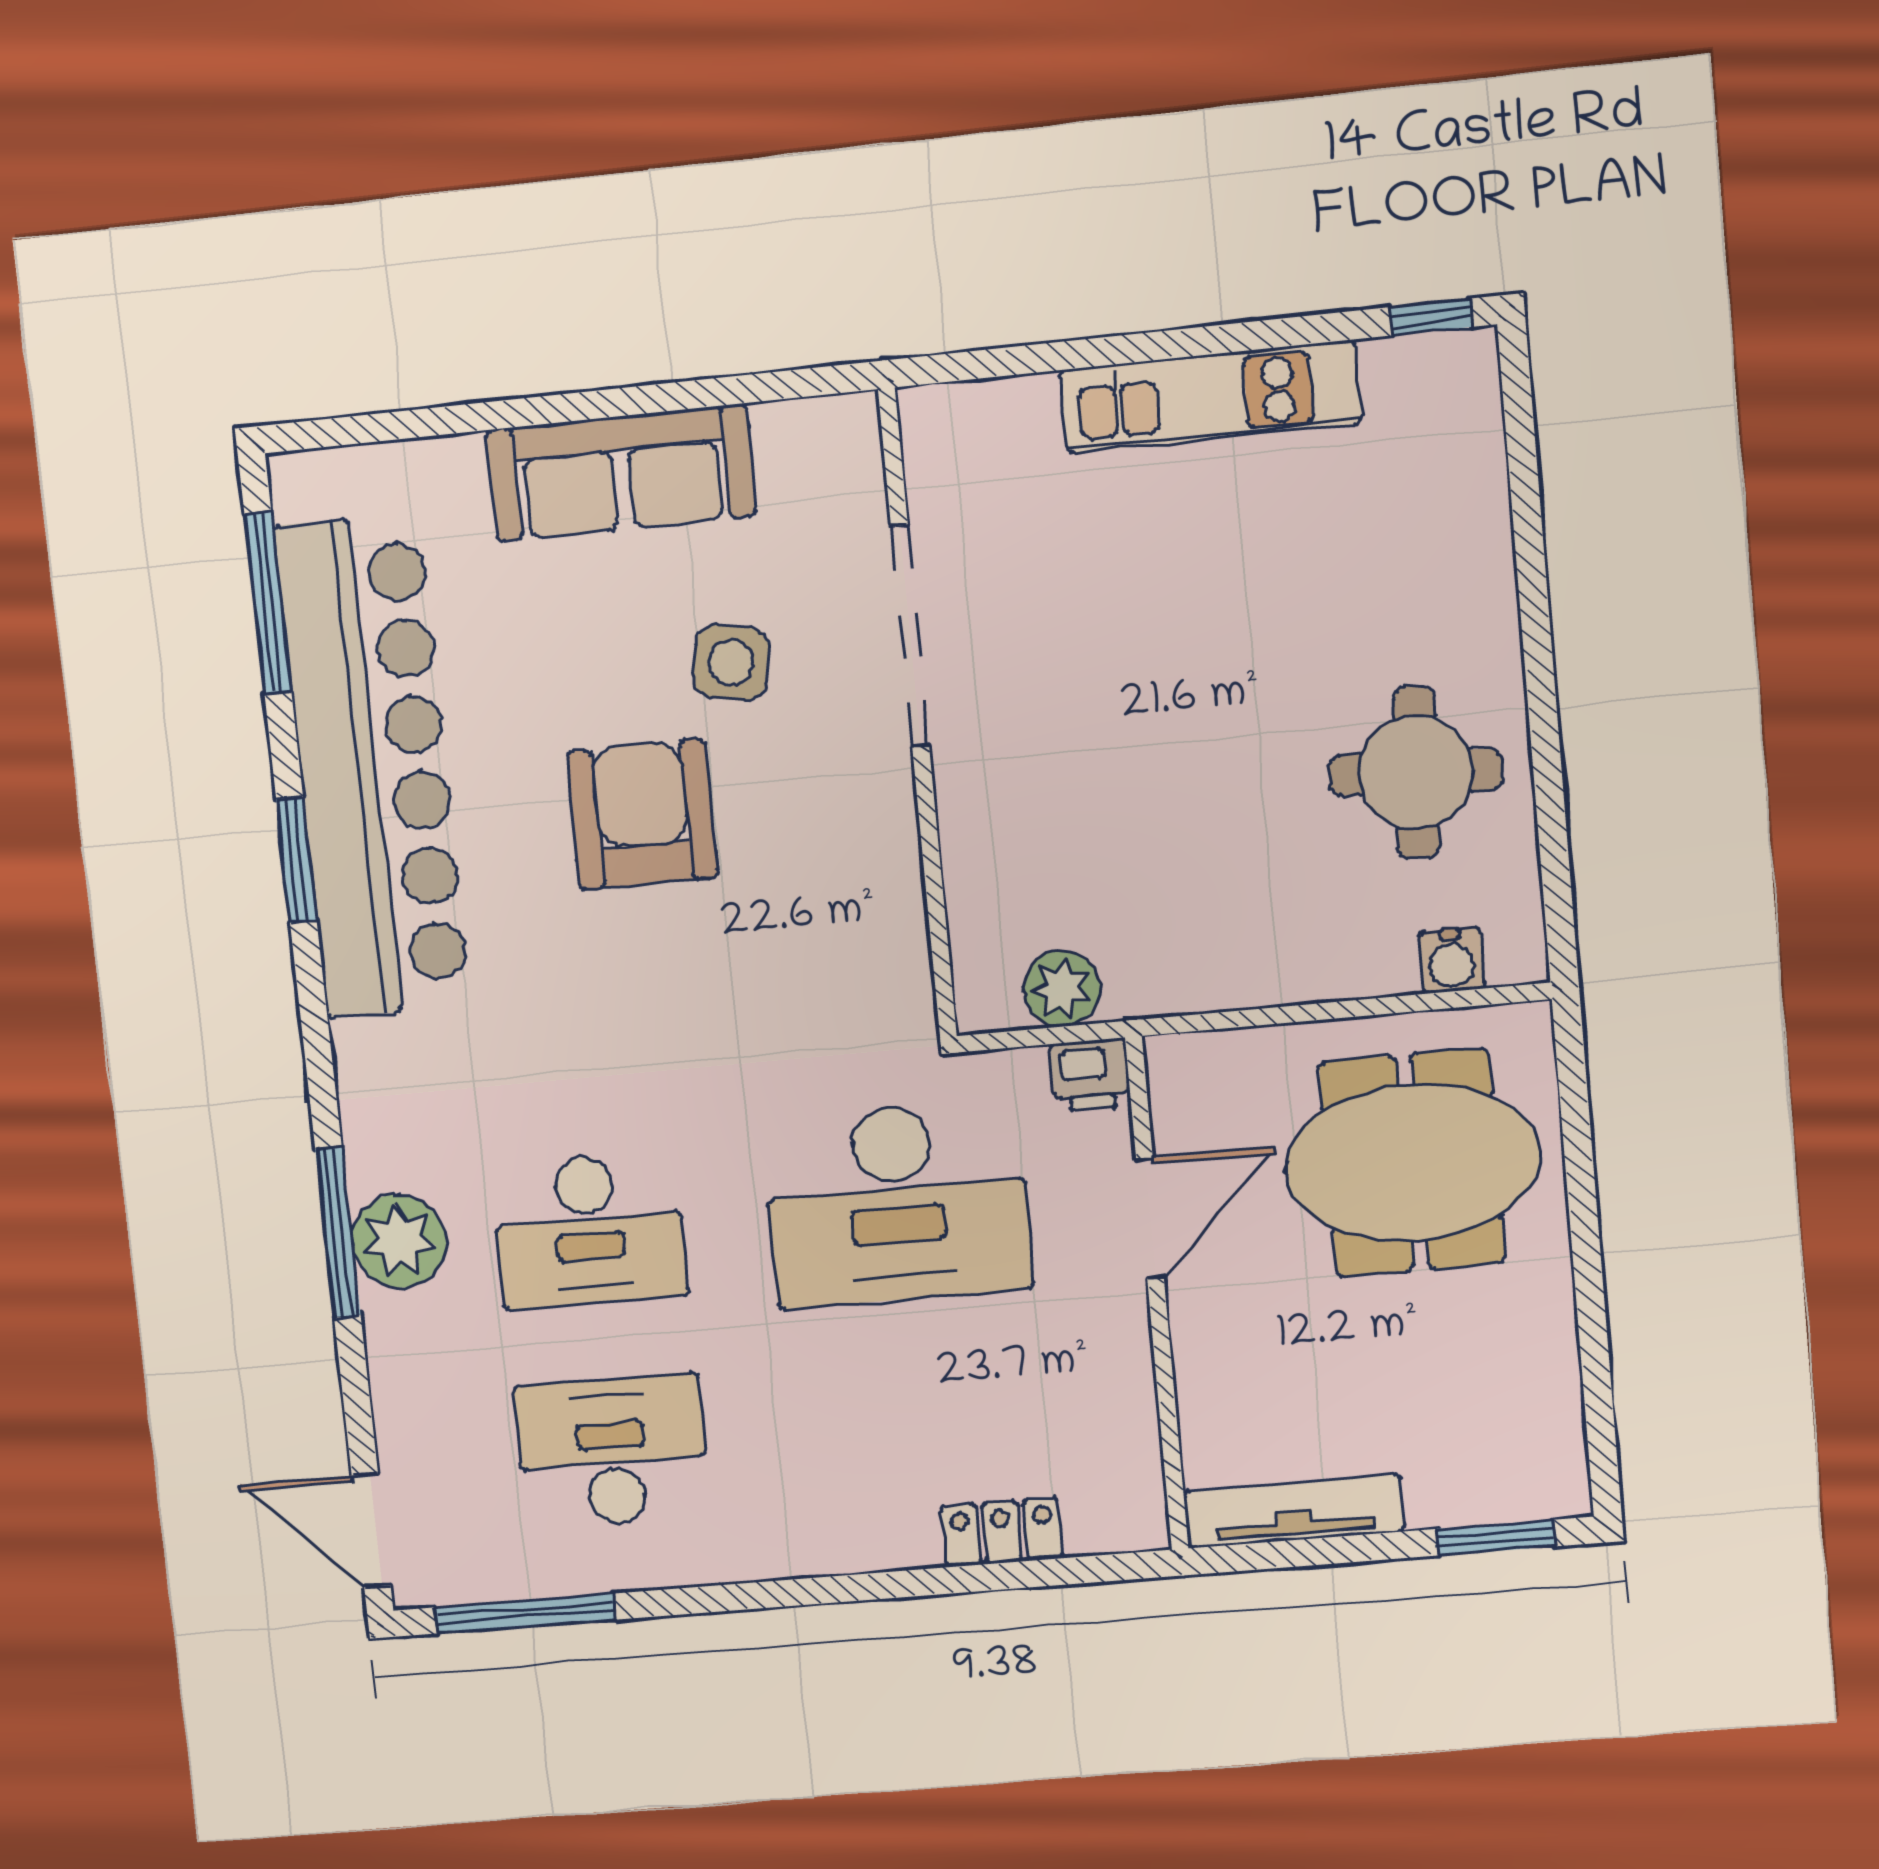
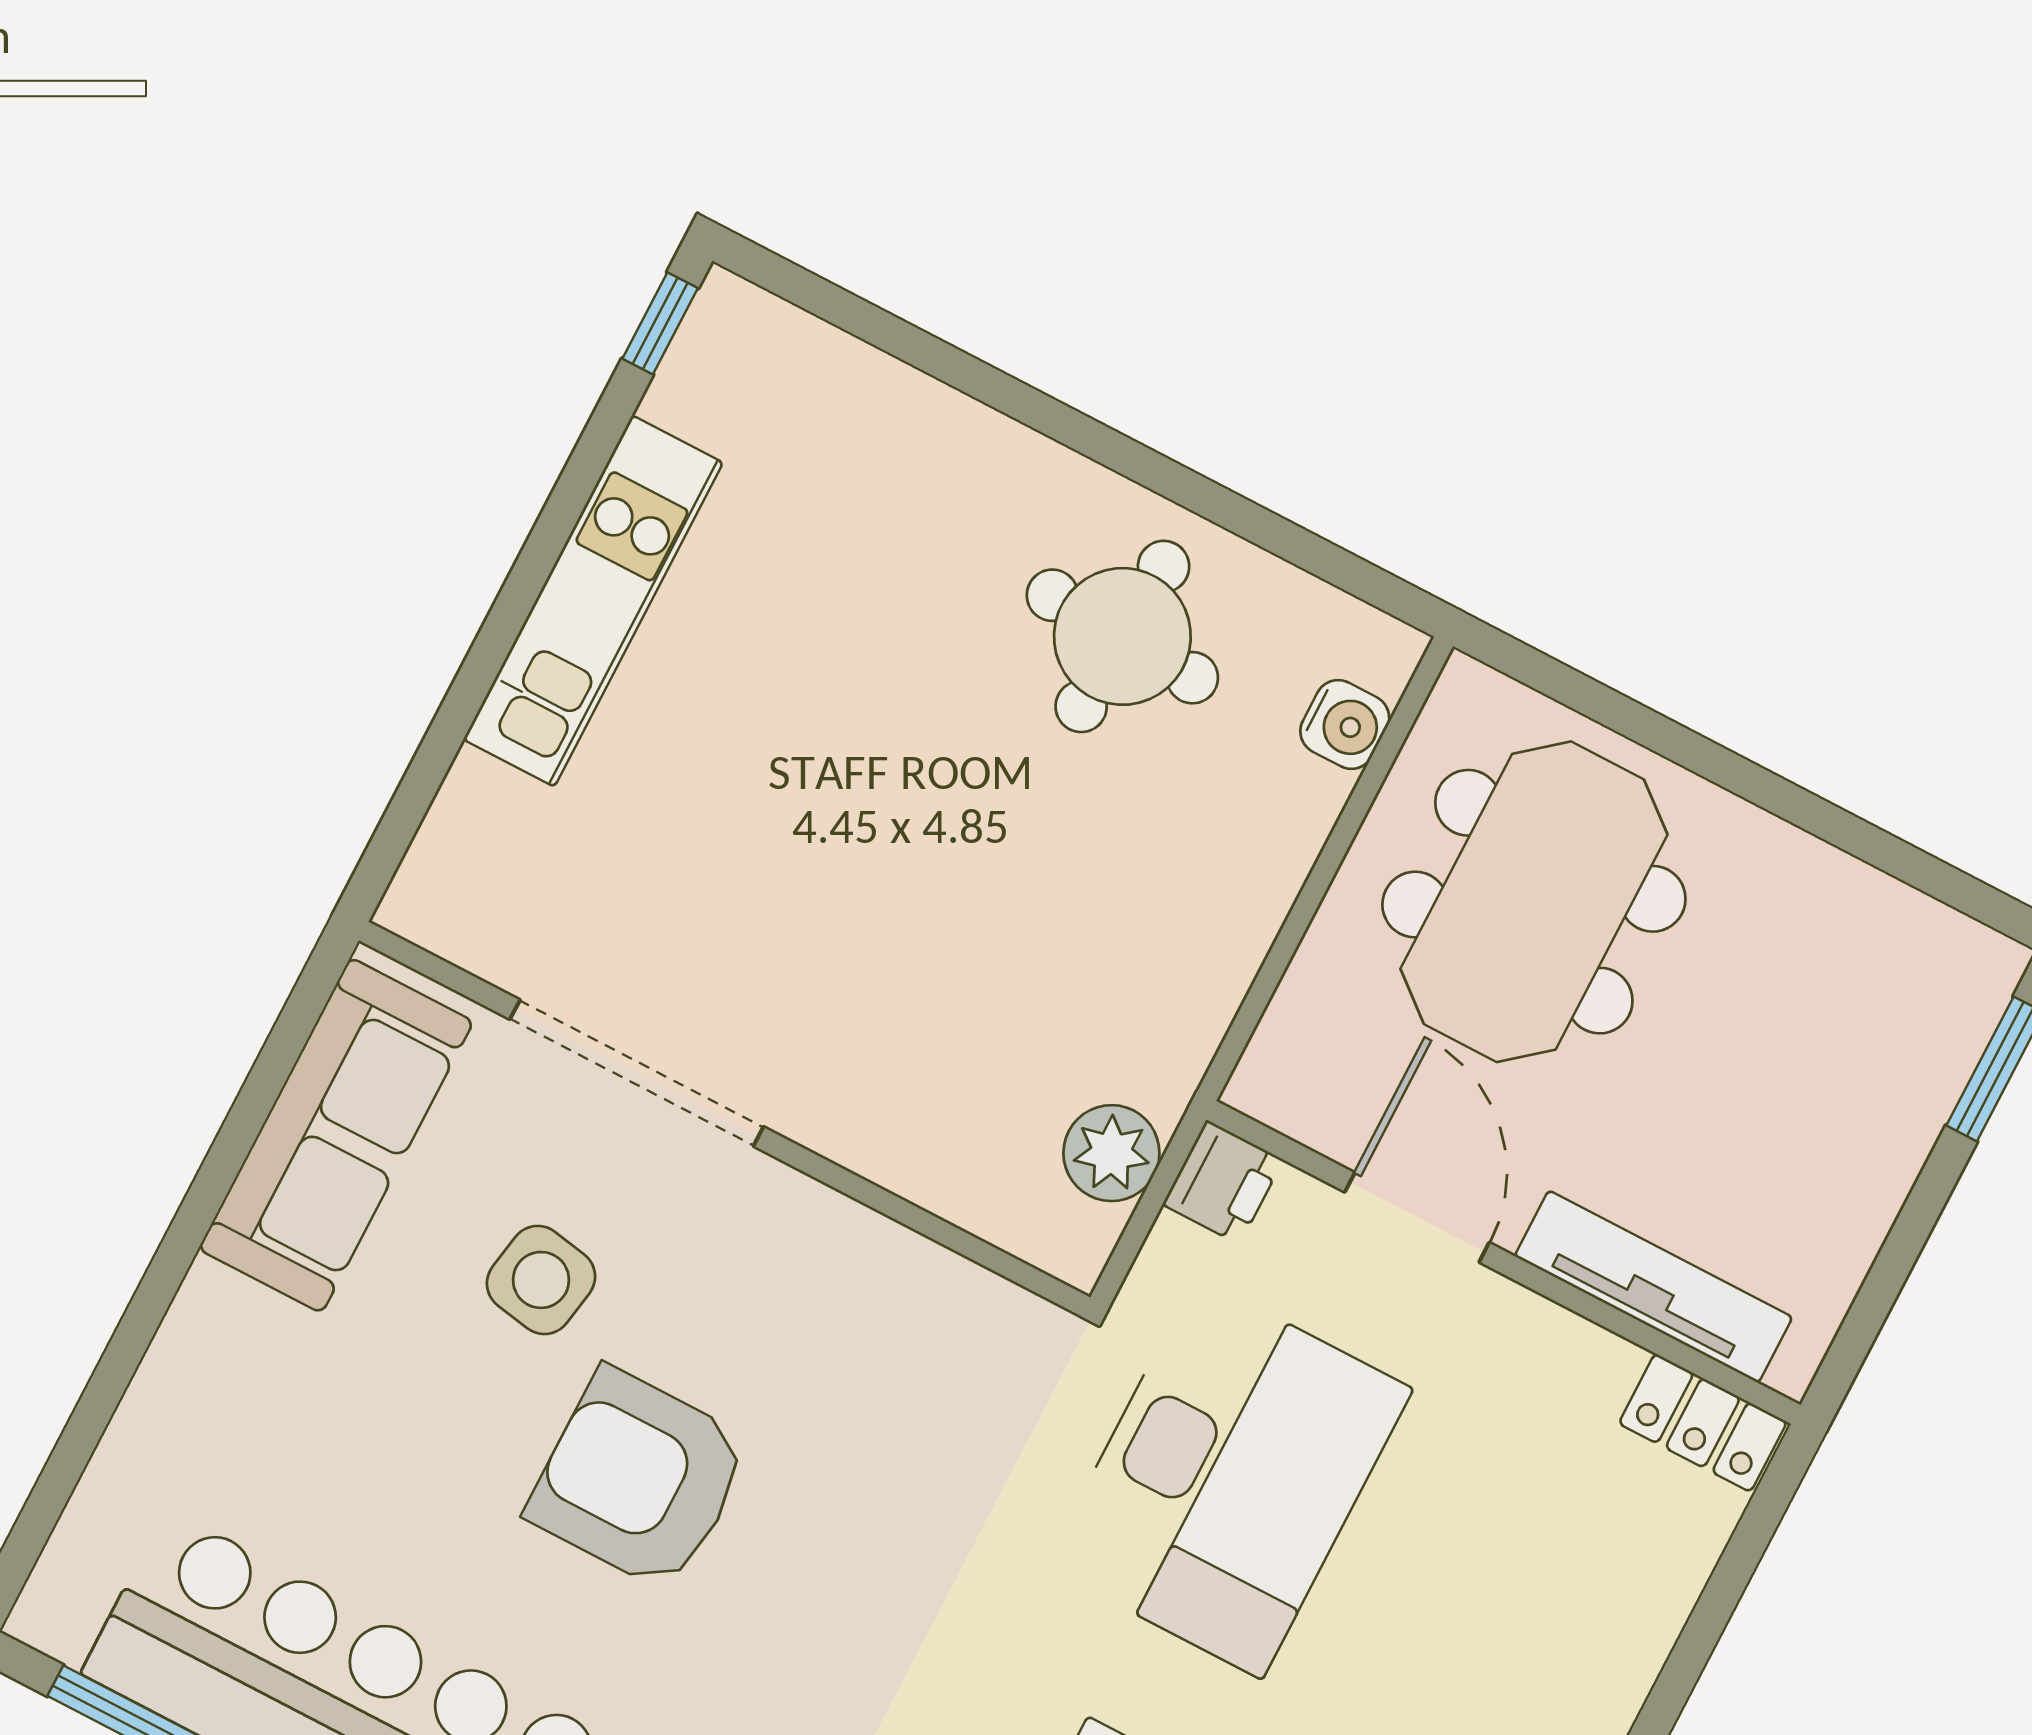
sofa: (621, 473) -> (336, 1135), moved
tv unit: (1294, 1511) -> (1653, 1287), moved, turned 90
locker: (1002, 1532) -> (1703, 1423), moved, turned -90

